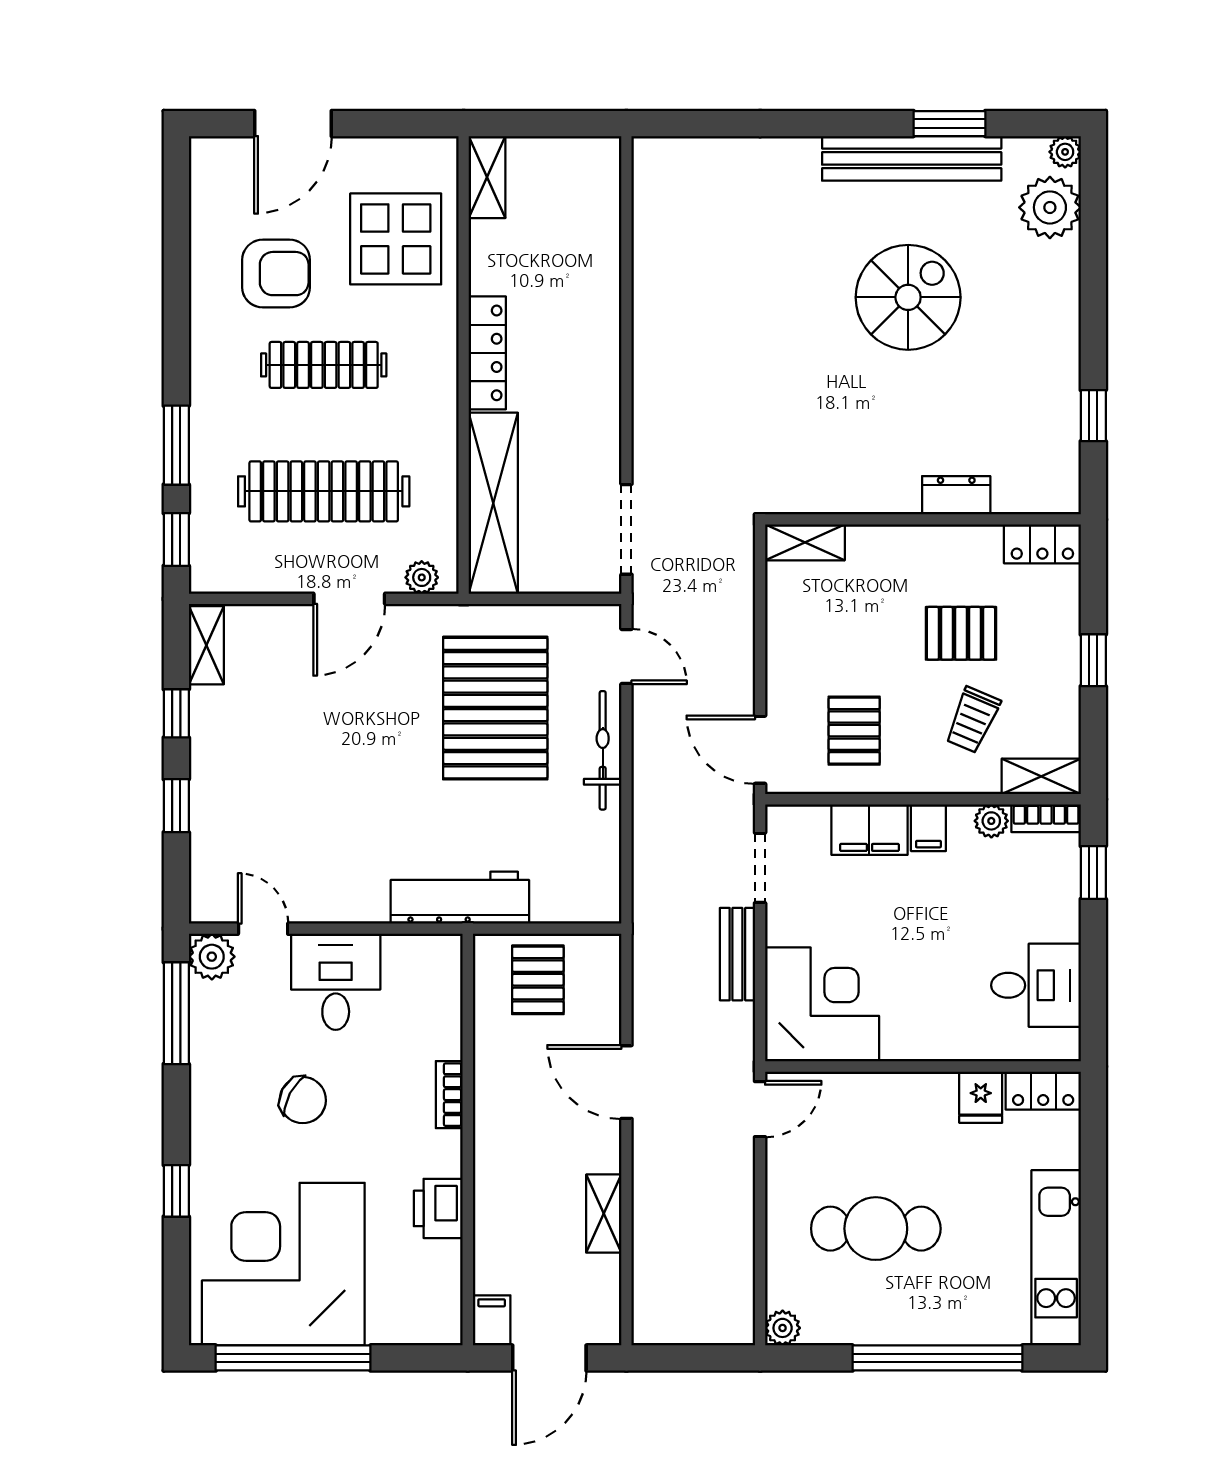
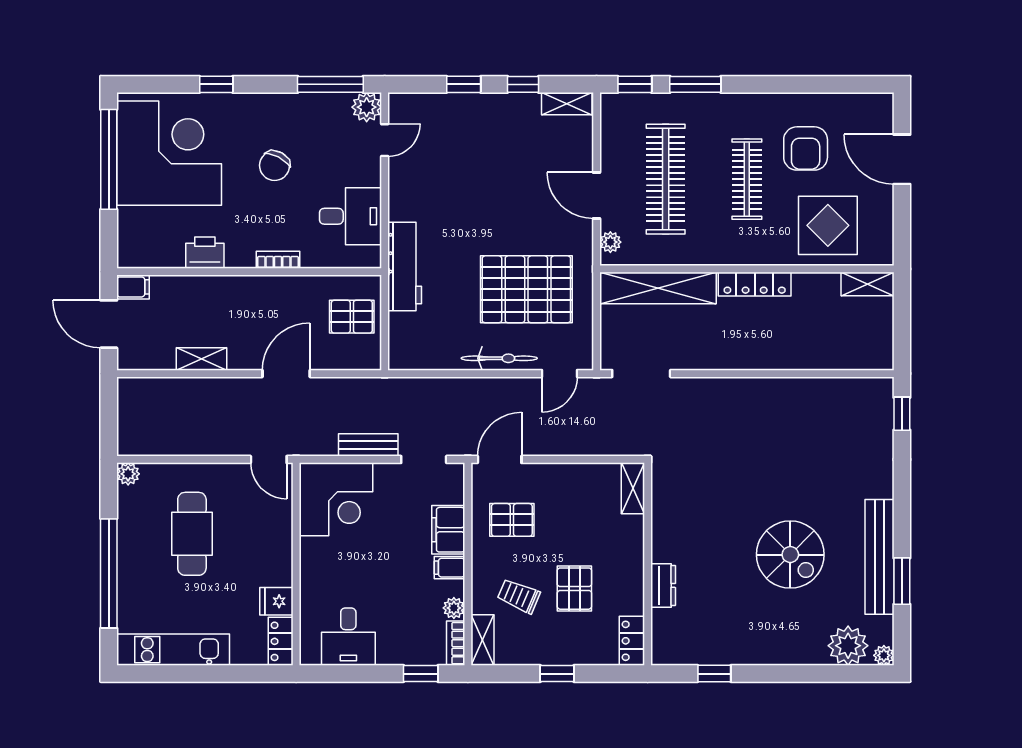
window: (689, 124) -> (902, 414), added
desk: (336, 982) -> (350, 216), moved

